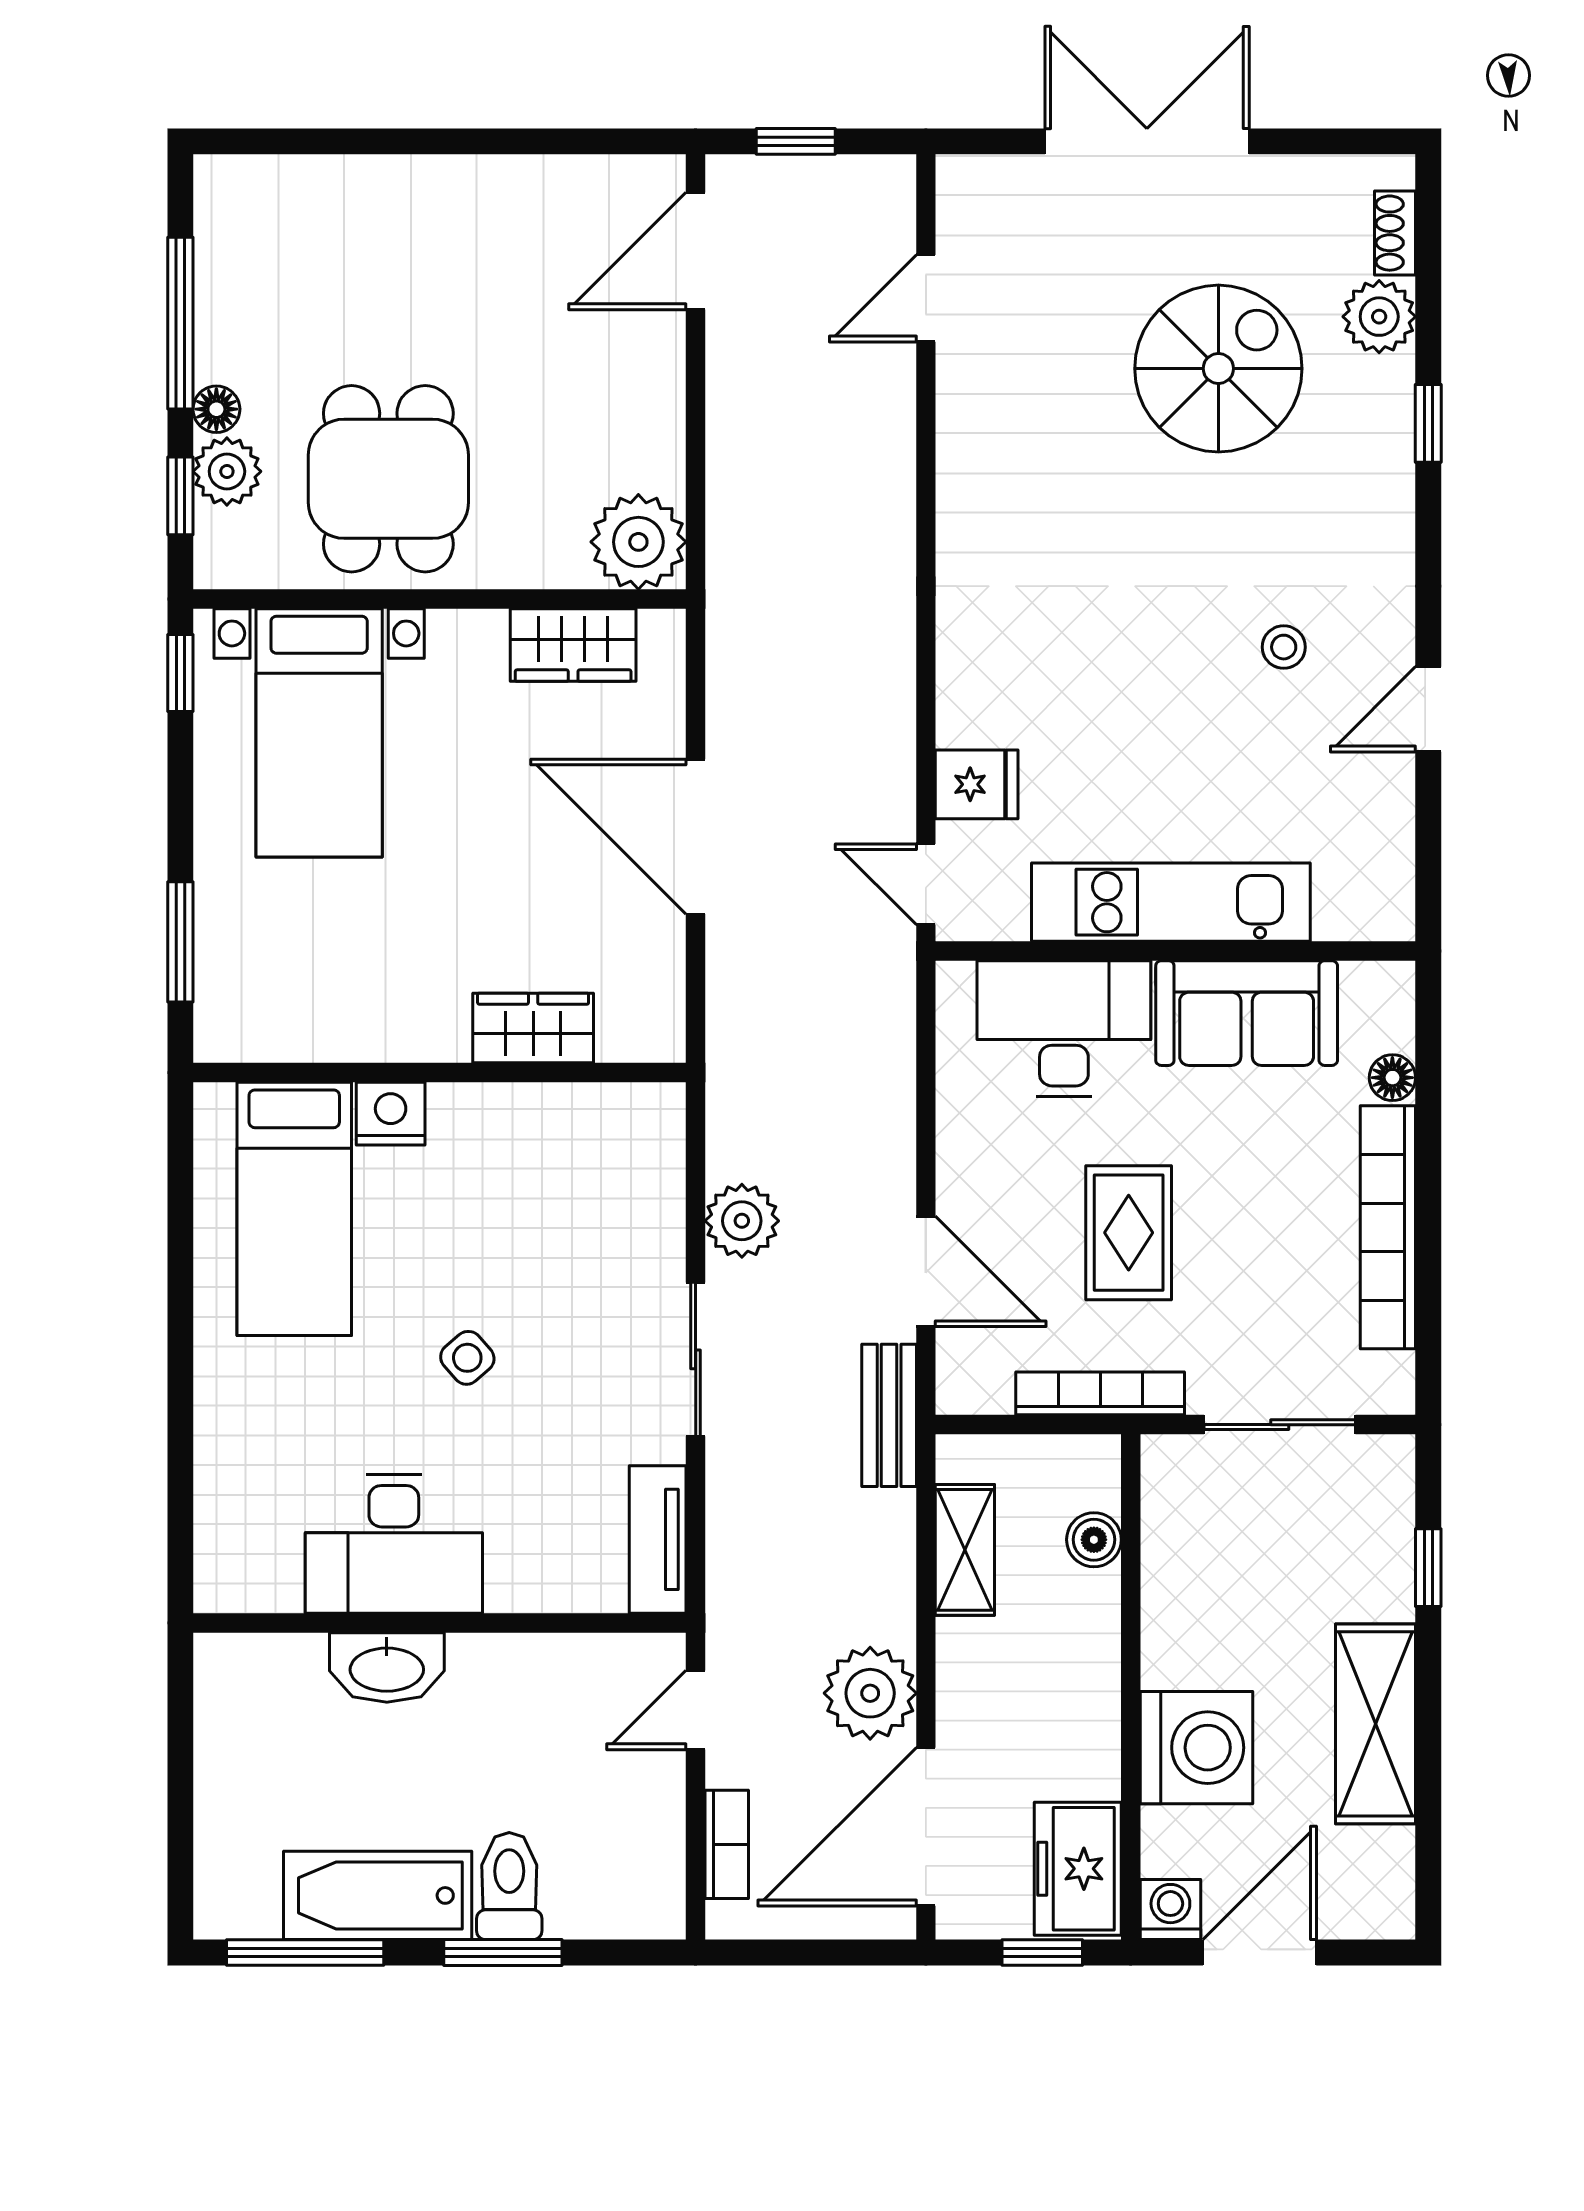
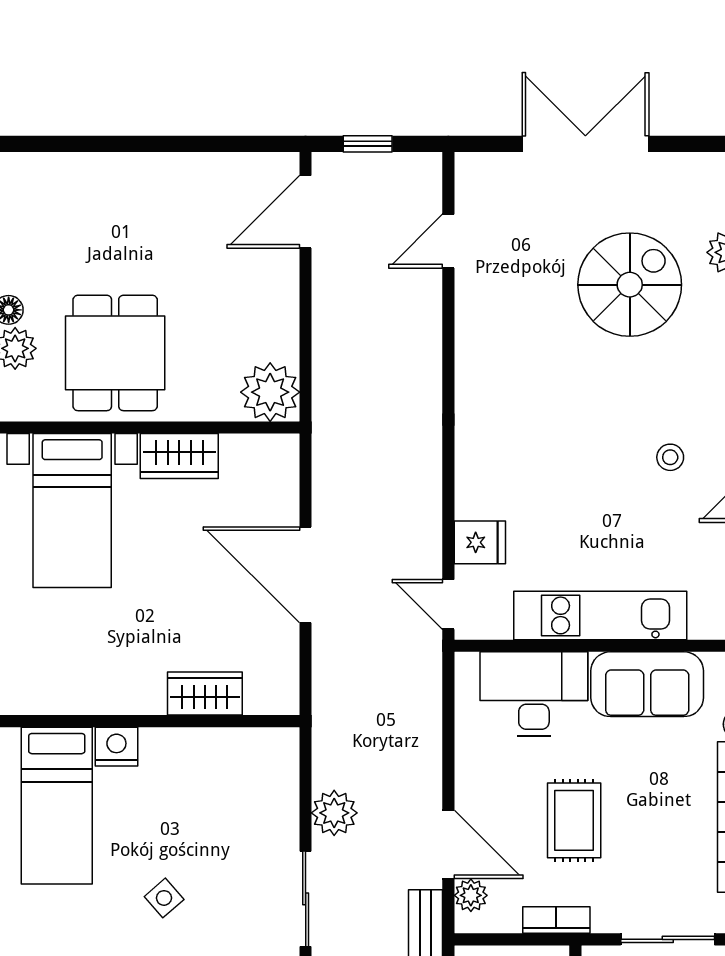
wardrobe: (573, 645) -> (179, 456), moved
plant: (962, 1353) -> (471, 895), added
bookcase: (1100, 1393) -> (556, 920), width x0.64

